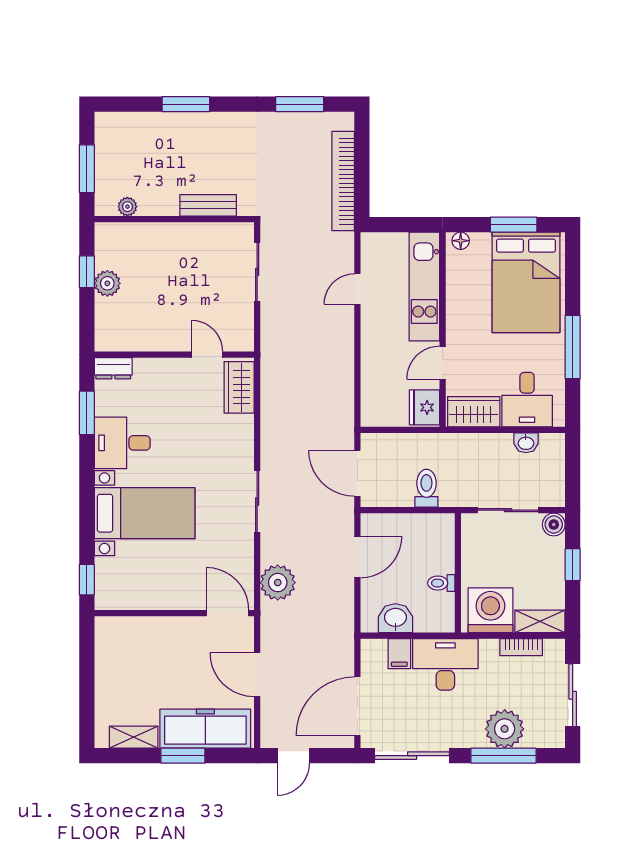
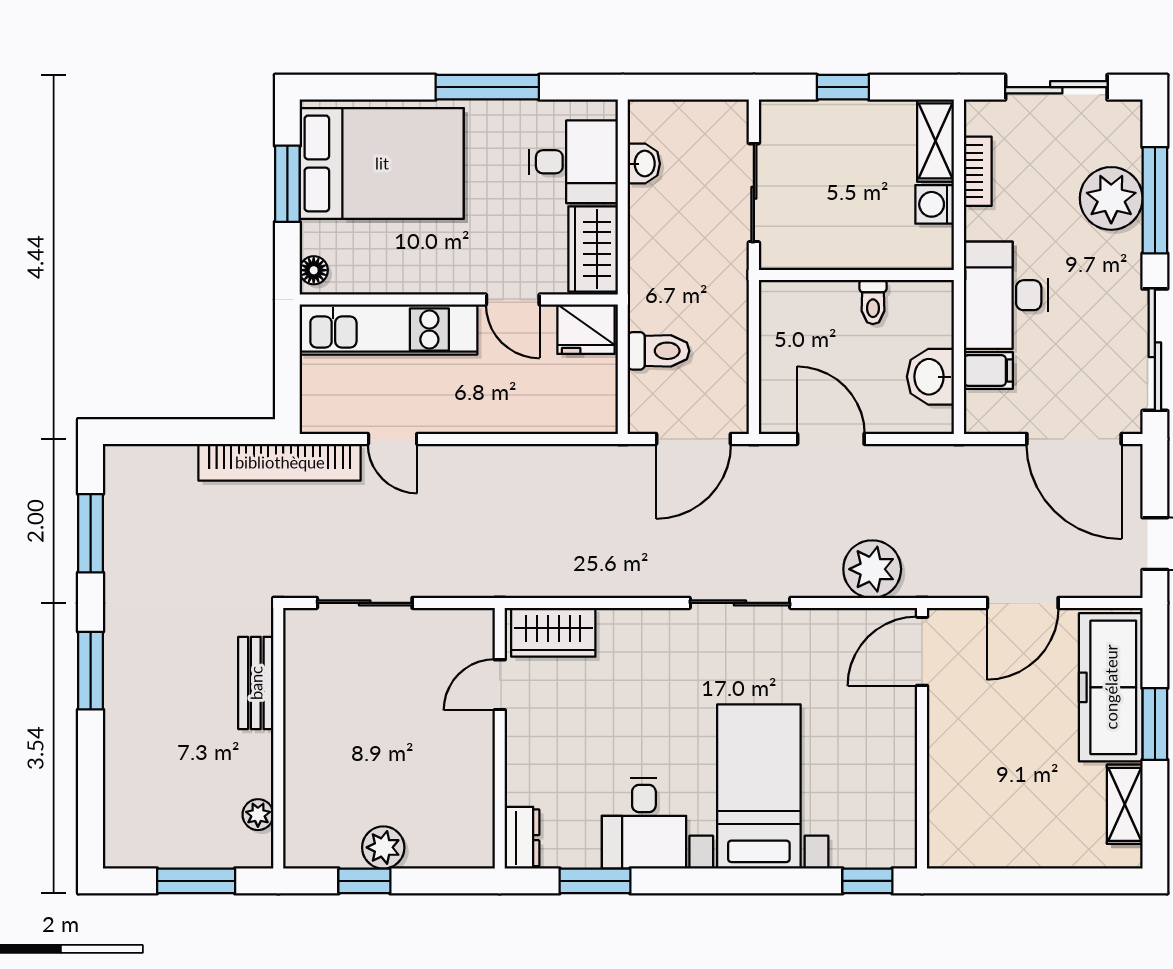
window: (186, 104) -> (91, 671), moved
bookcase: (343, 181) -> (280, 462), moved
toilet: (426, 488) -> (659, 351), moved, turned 180
boiler: (554, 525) -> (777, 118), removed
washing machine: (490, 610) -> (935, 204), width x0.53, depth x0.53

